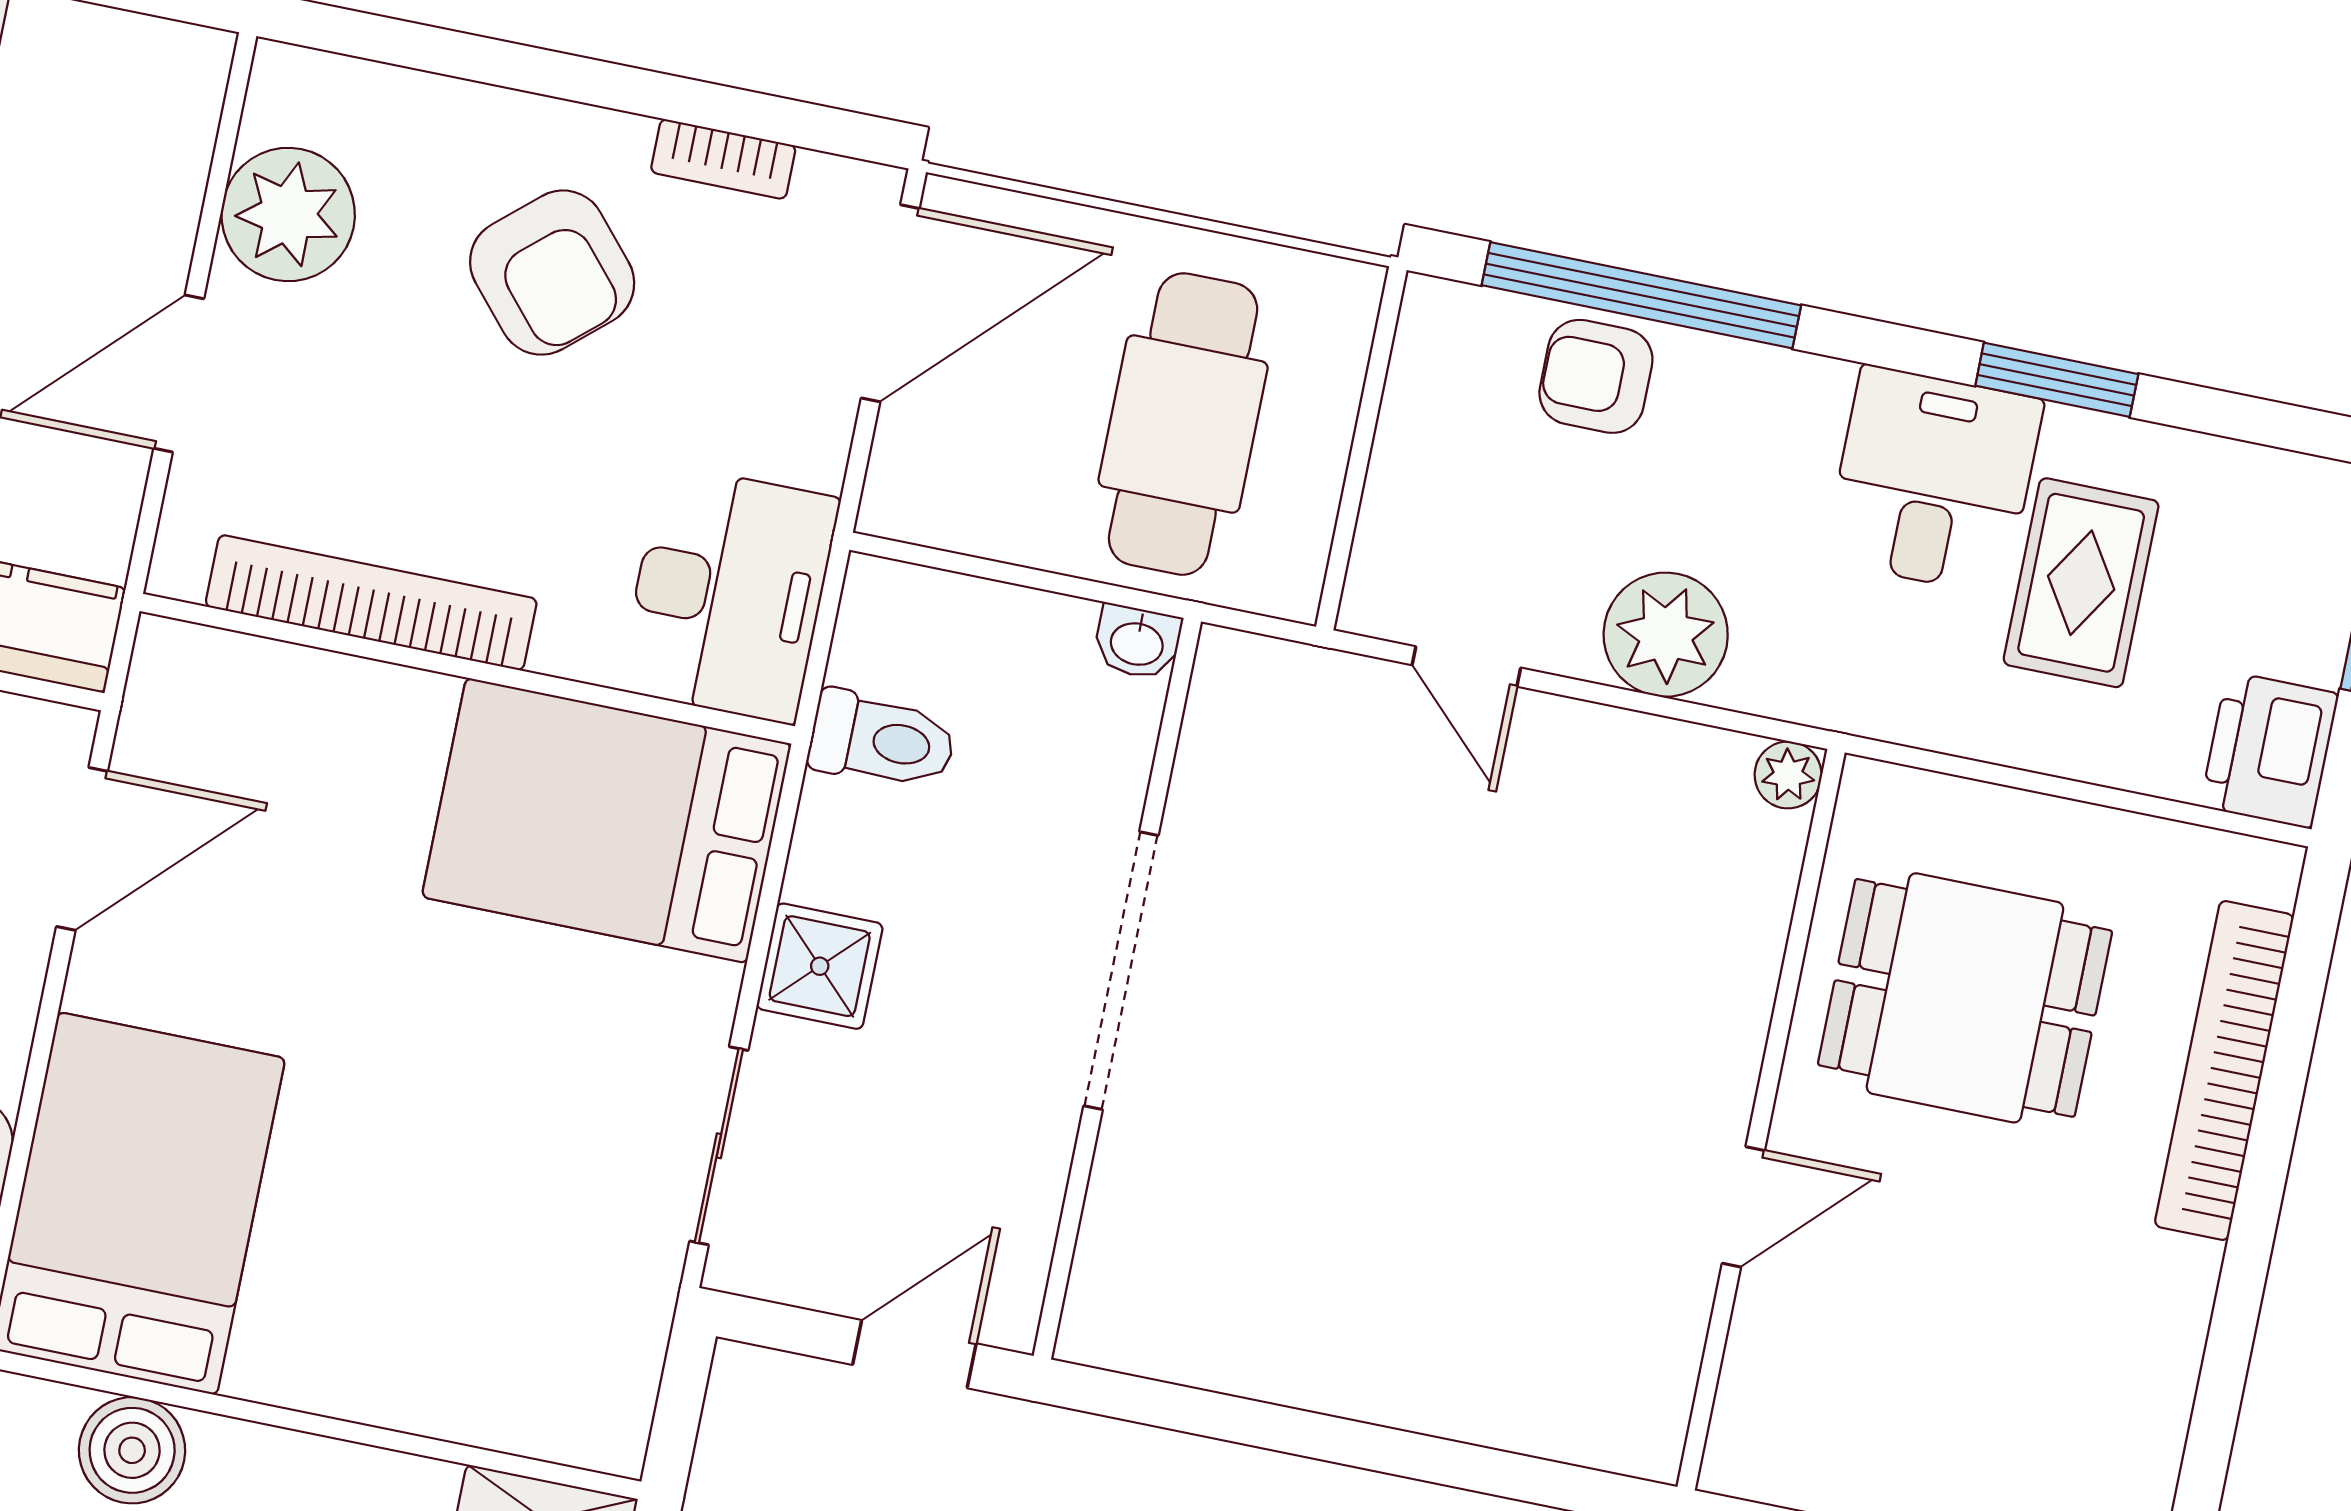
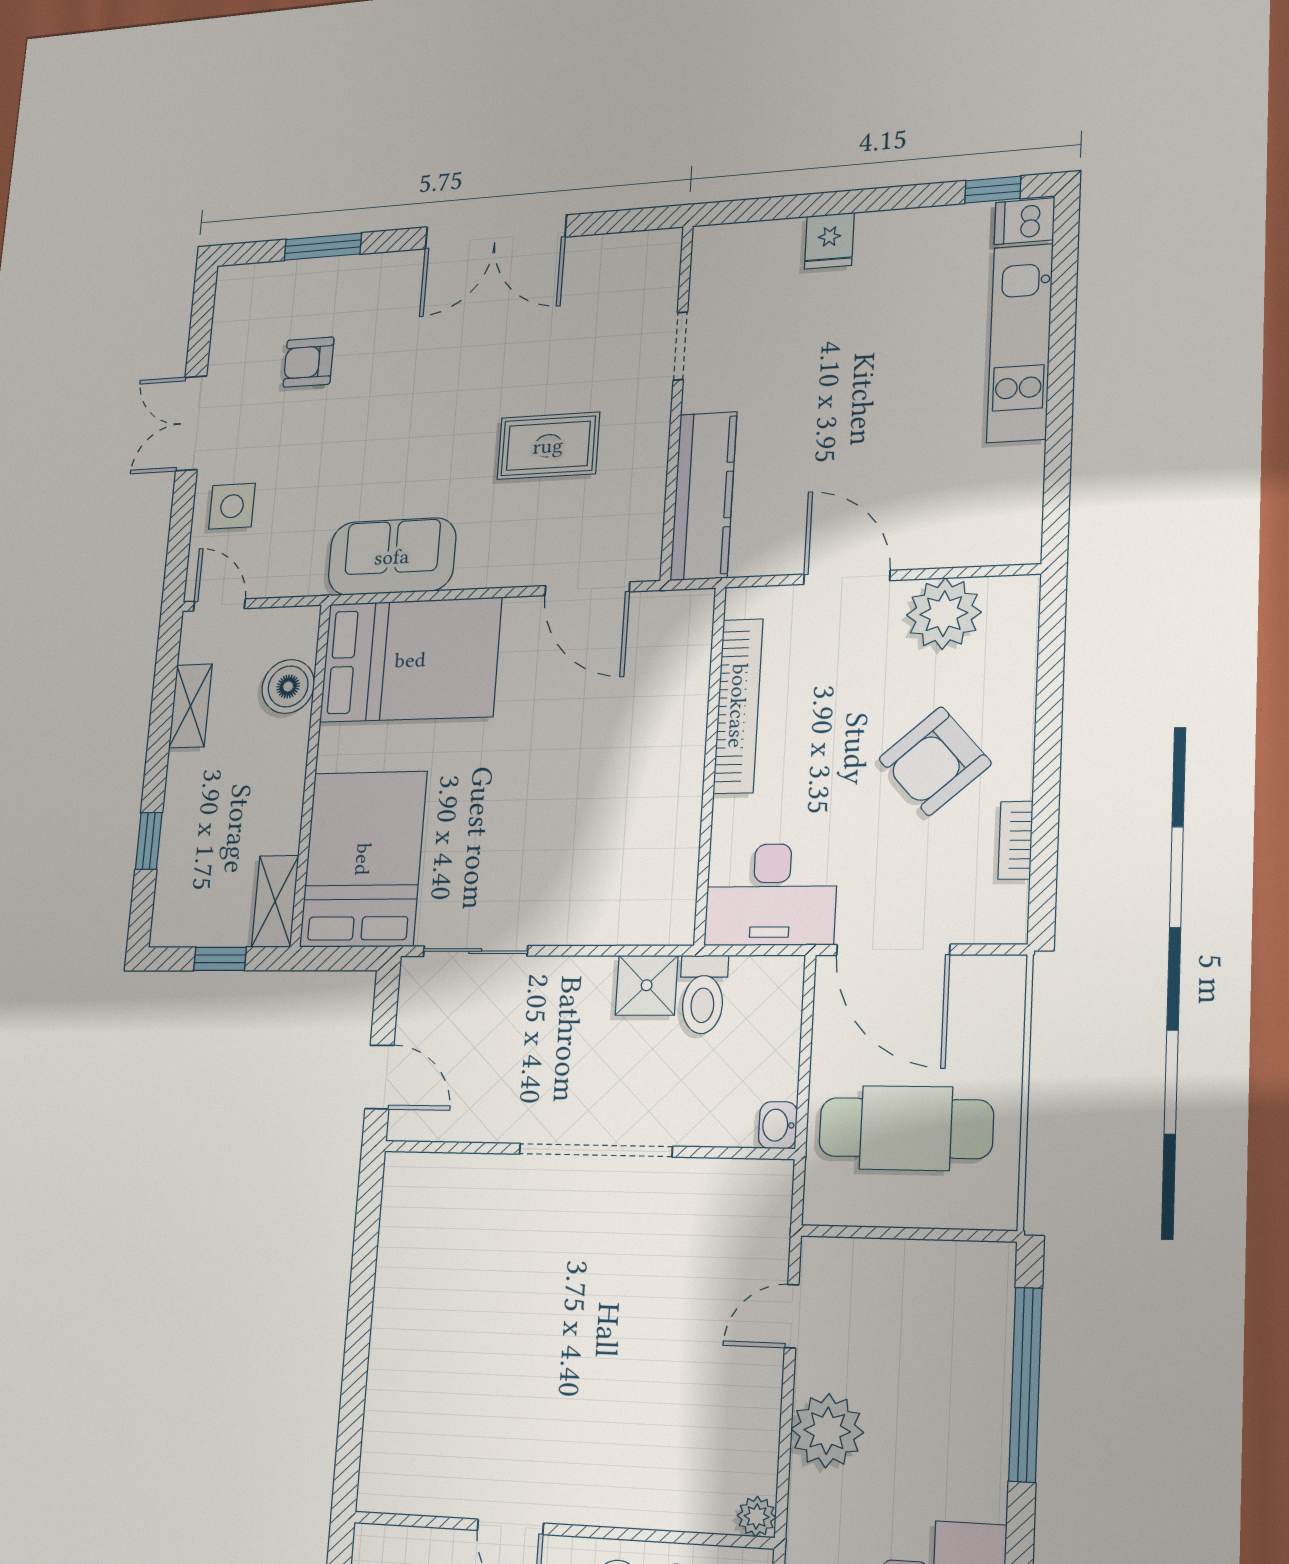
door: (890, 303) -> (893, 950), moved
armchair: (1596, 376) -> (972, 1365), removed
bed: (607, 820) -> (363, 859), moved
shower: (820, 966) -> (647, 985), moved

